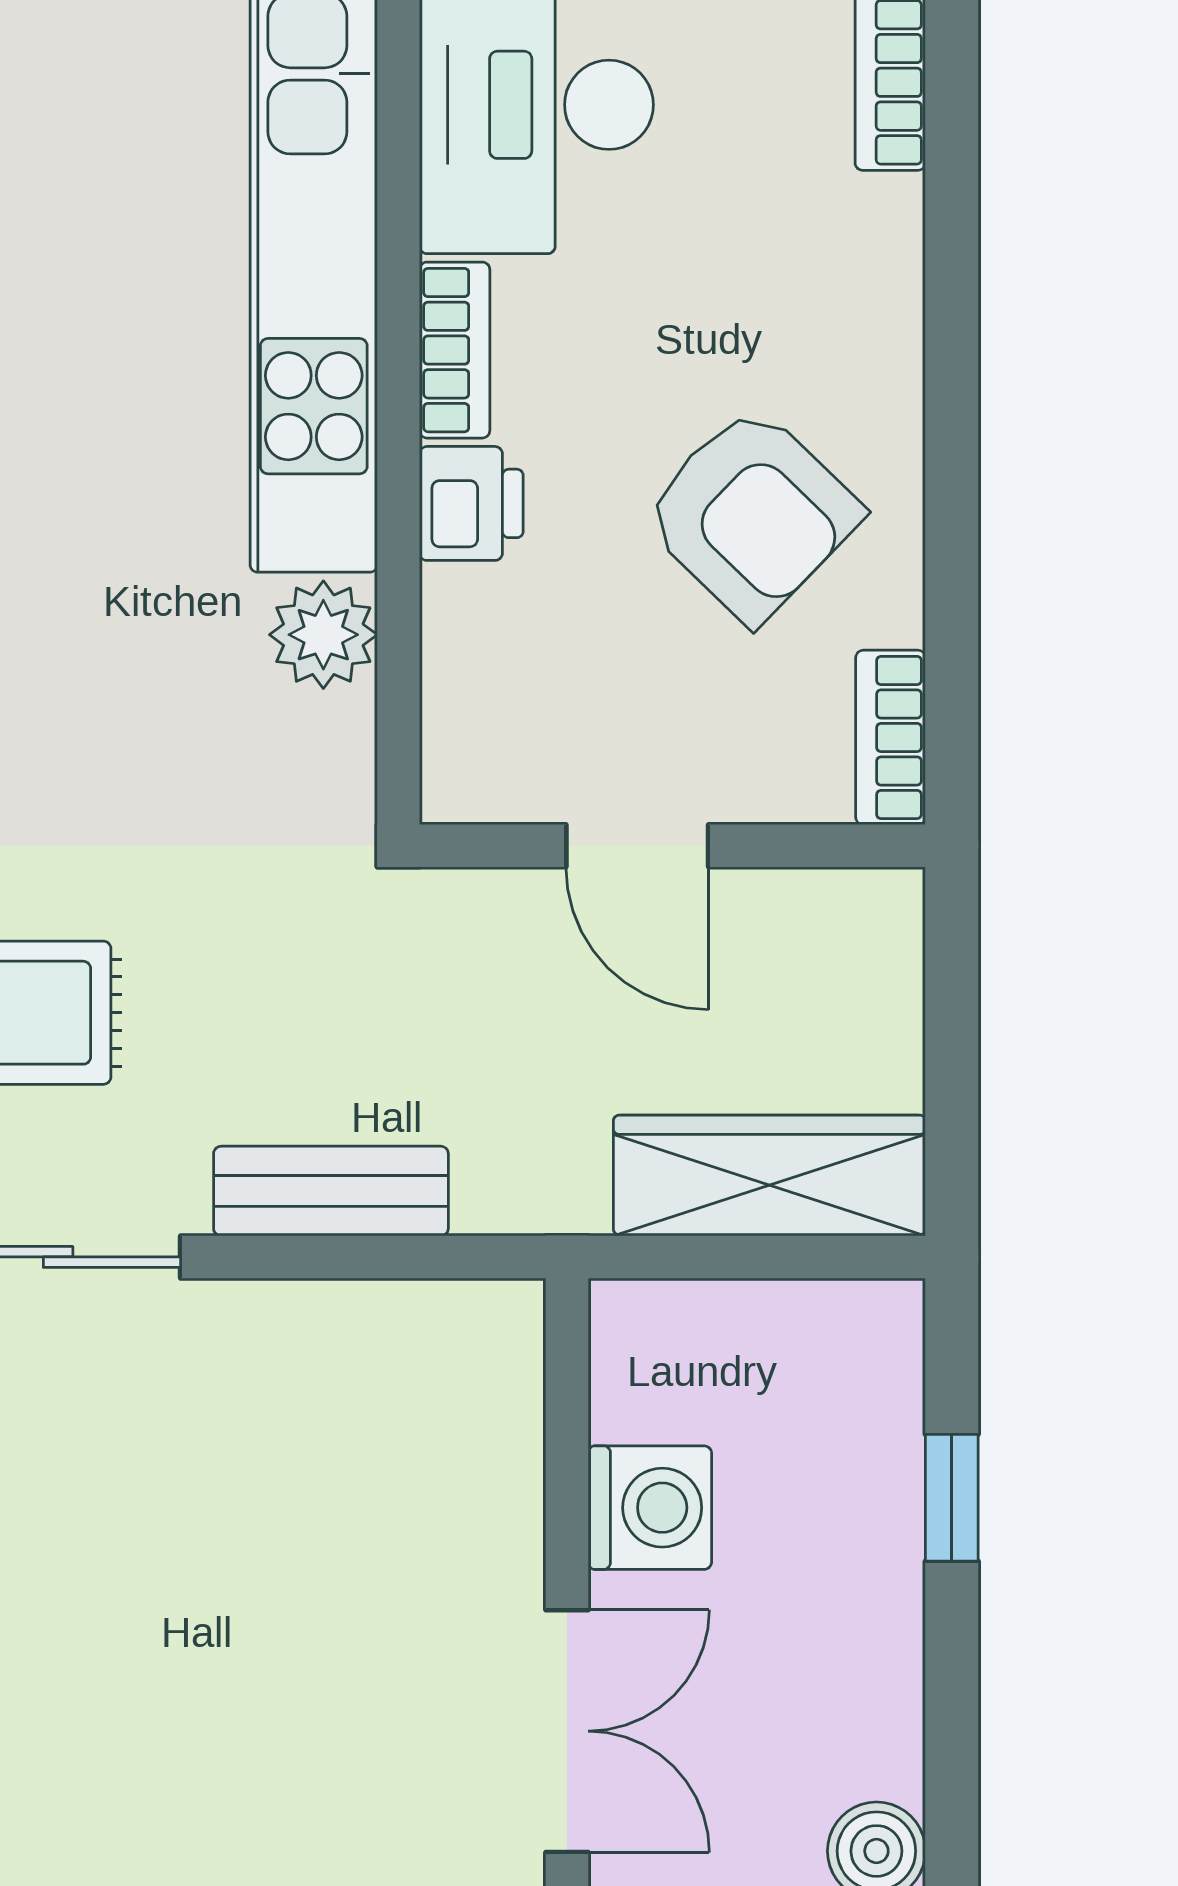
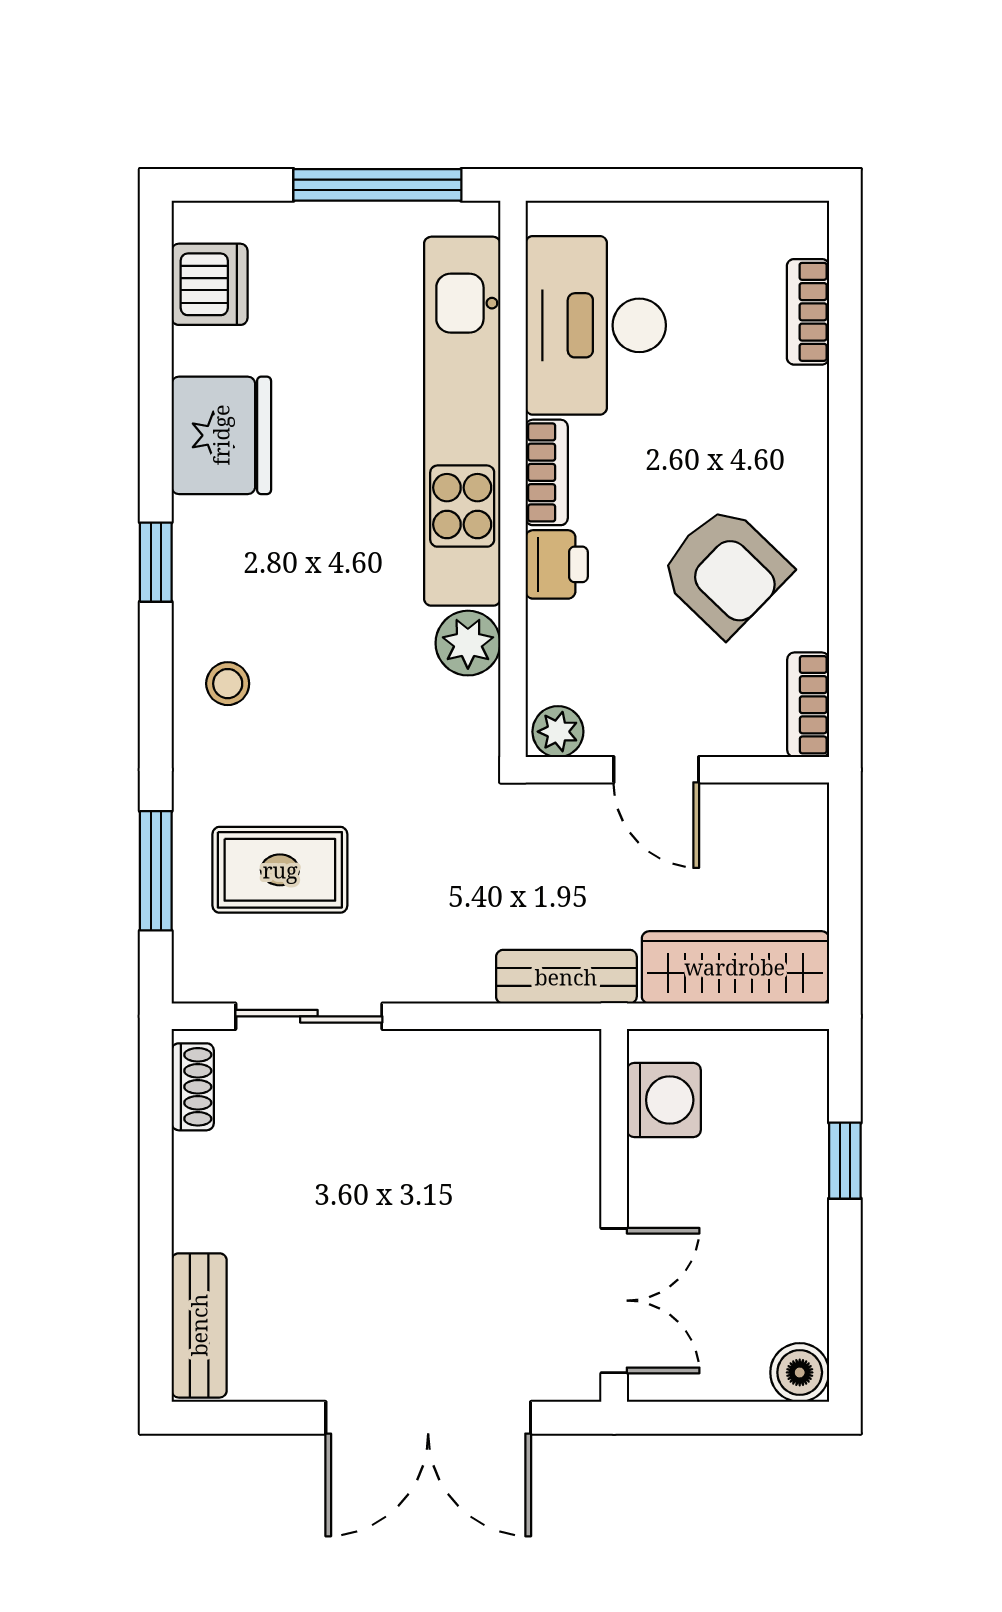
plant: (473, 782) -> (558, 732), added
bench: (331, 1191) -> (566, 977), moved
washing machine: (650, 1508) -> (664, 1100), moved

